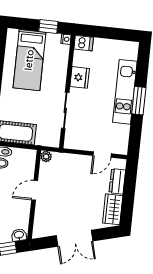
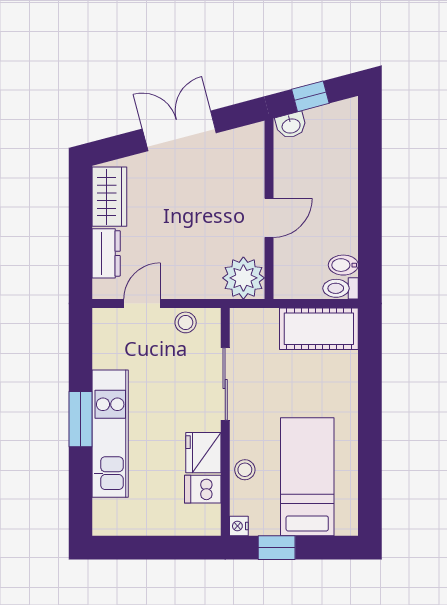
dishwasher: (84, 43) -> (203, 489), moved
stool: (60, 67) -> (245, 470), added
stool: (82, 143) -> (186, 322), added
plant: (46, 156) -> (243, 278), width x1.88, depth x1.88

